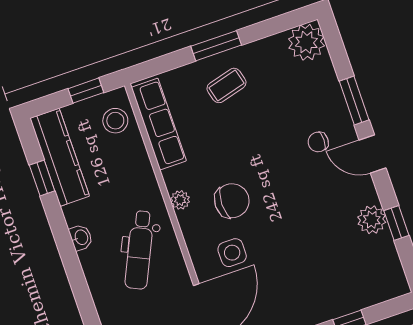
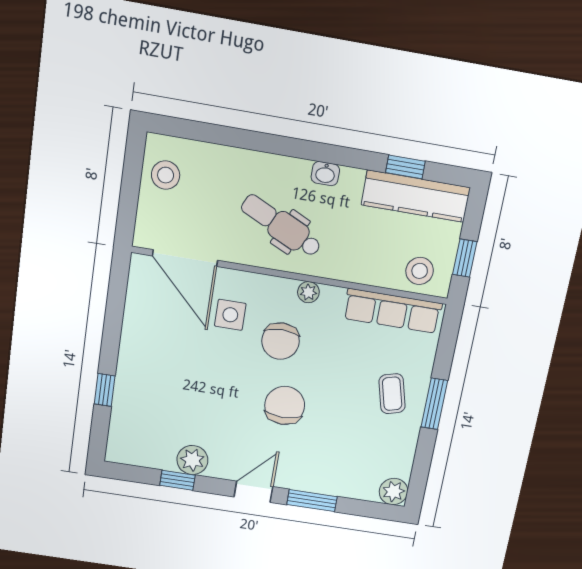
plant: (306, 42) -> (394, 492), width x0.73, depth x0.73
chair: (318, 142) -> (285, 405), moved, width x1.87, depth x1.87

